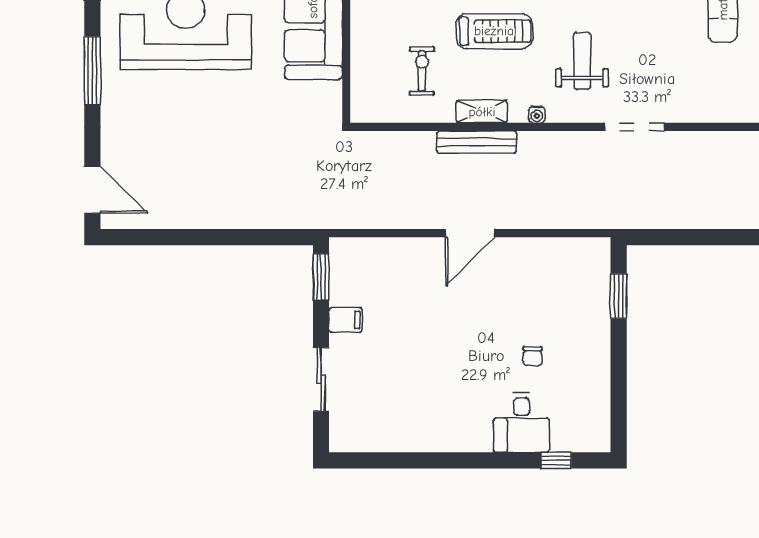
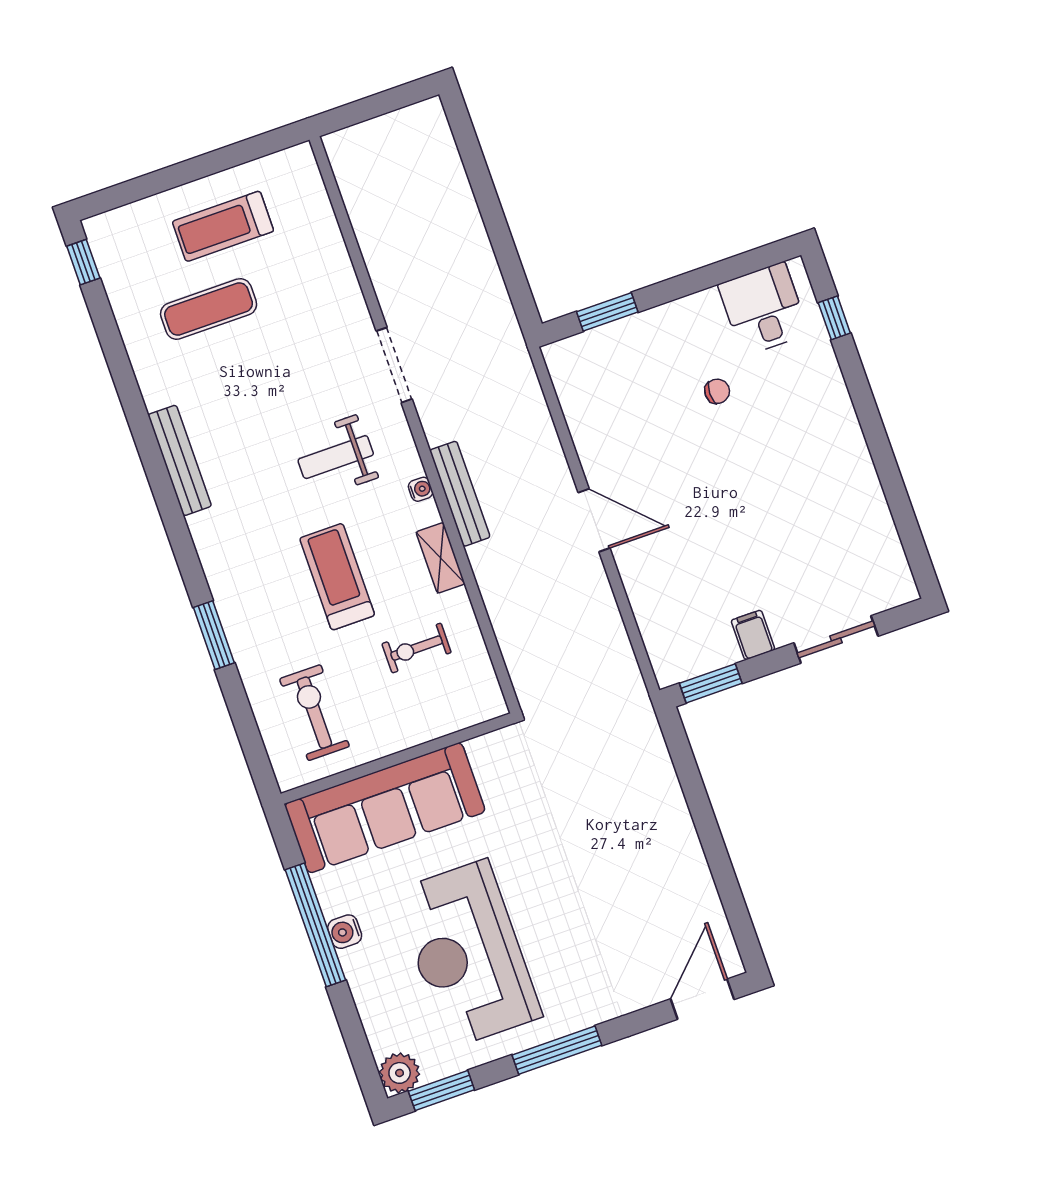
bench: (477, 142) -> (460, 494), moved
desk: (522, 423) -> (763, 309), moved, turned -90

